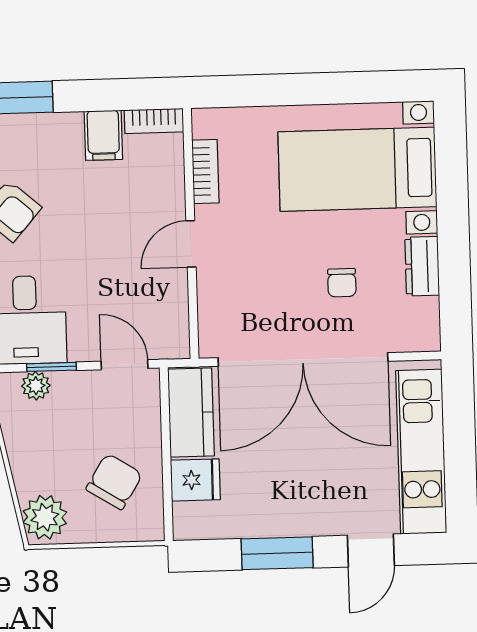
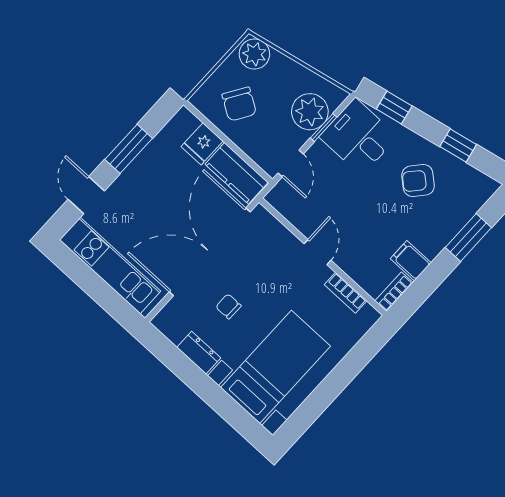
door: (124, 365) -> (291, 164), hinge flipped
plant: (36, 386) -> (310, 112), width x1.88, depth x1.88

